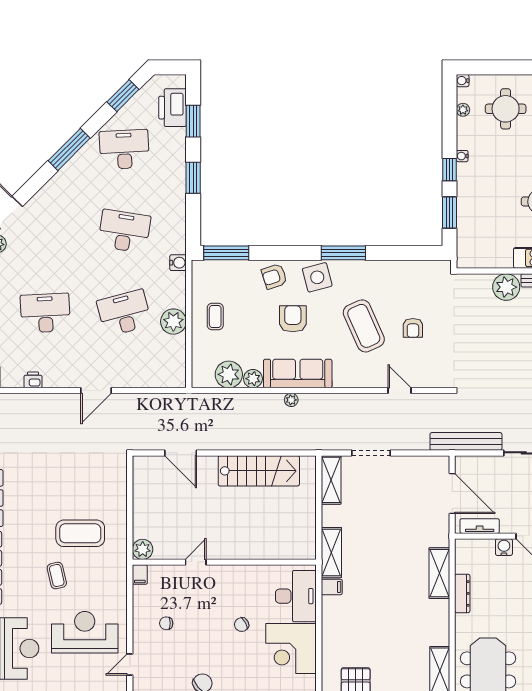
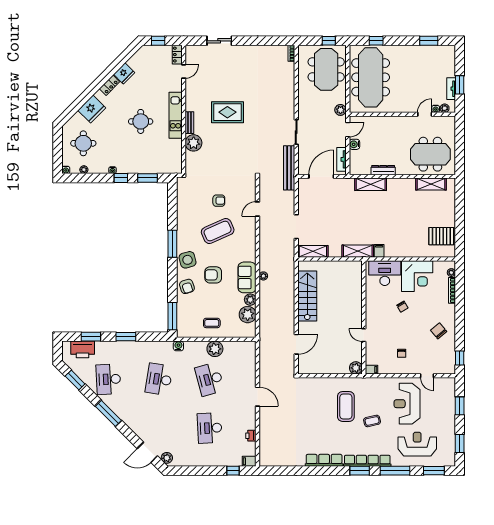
sofa: (298, 373) -> (247, 277), width x0.73

